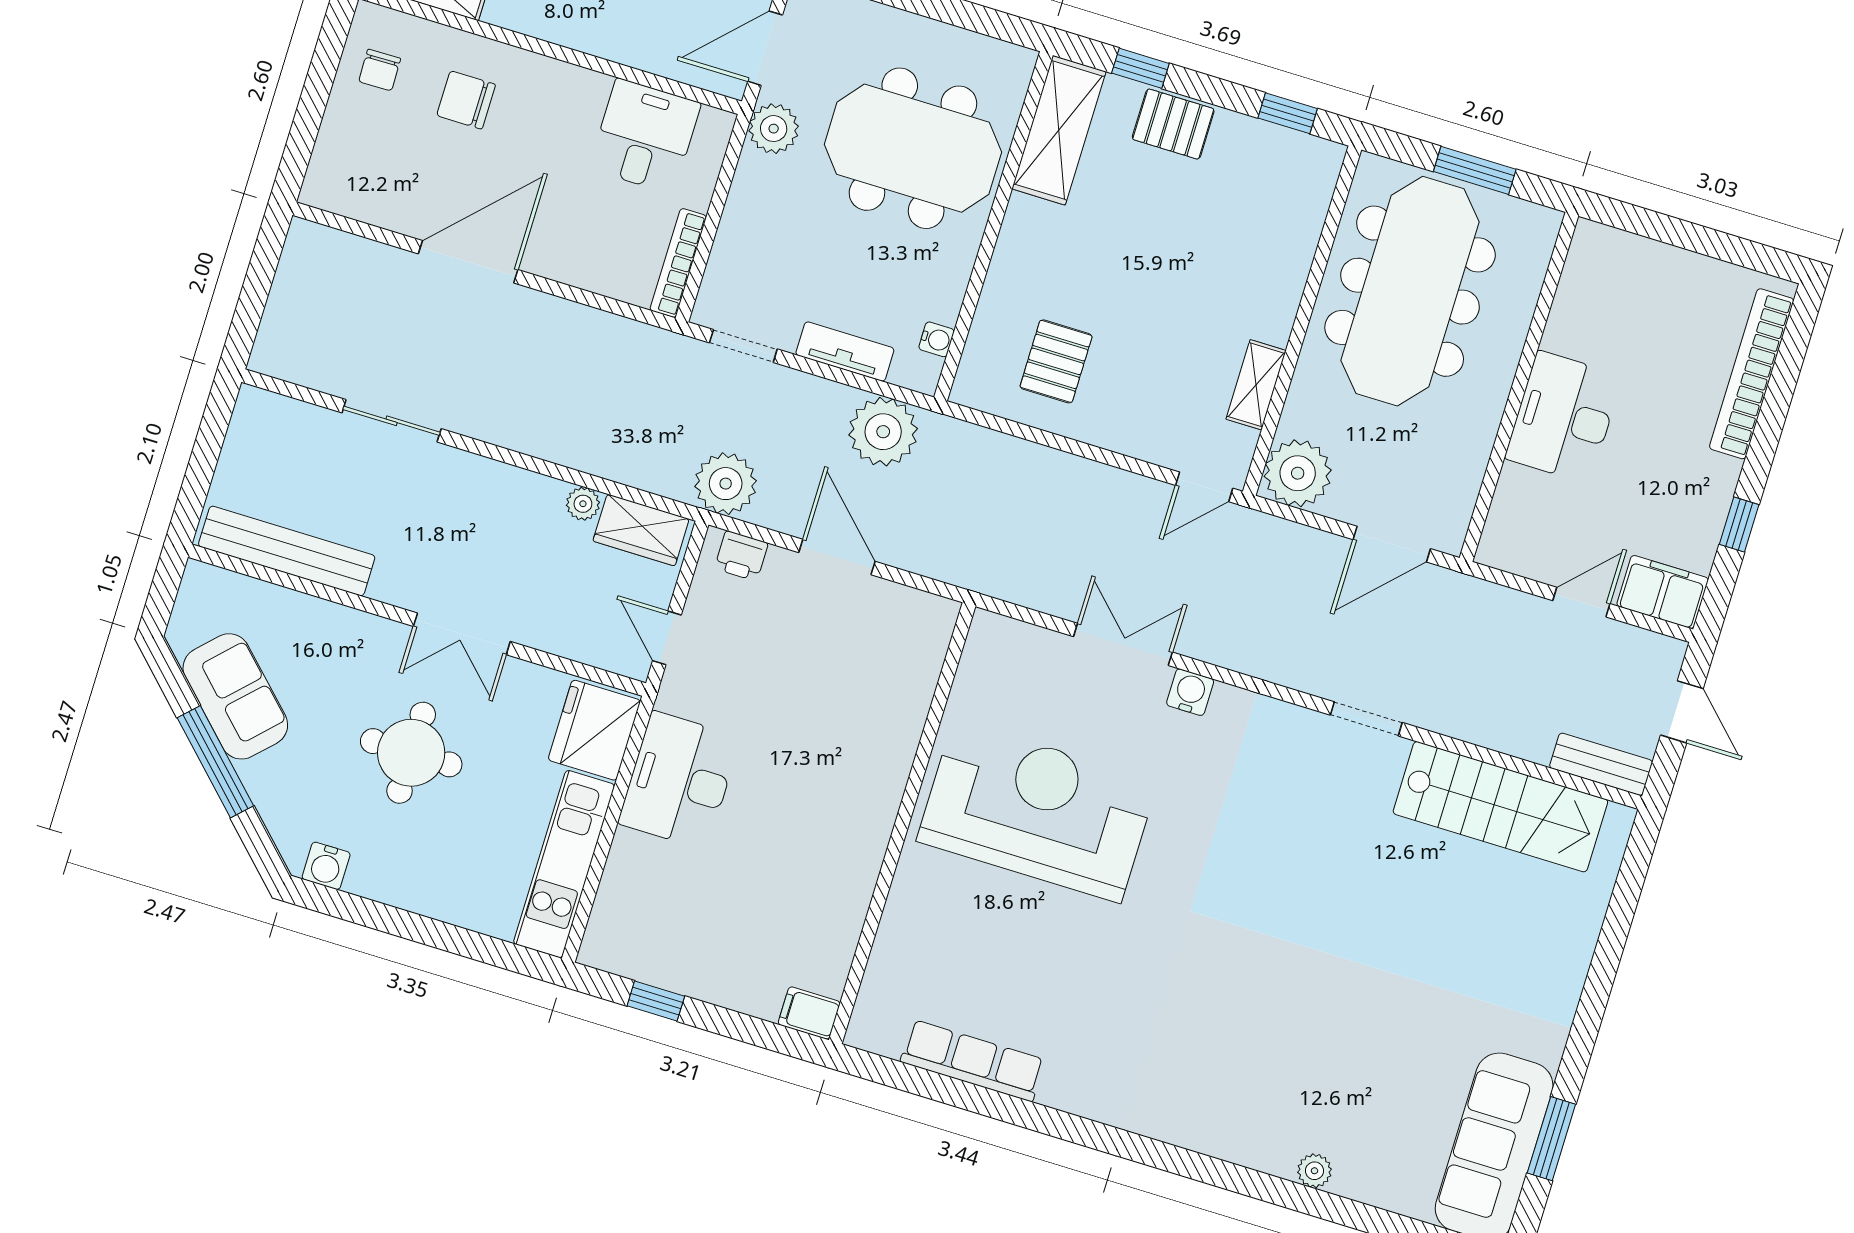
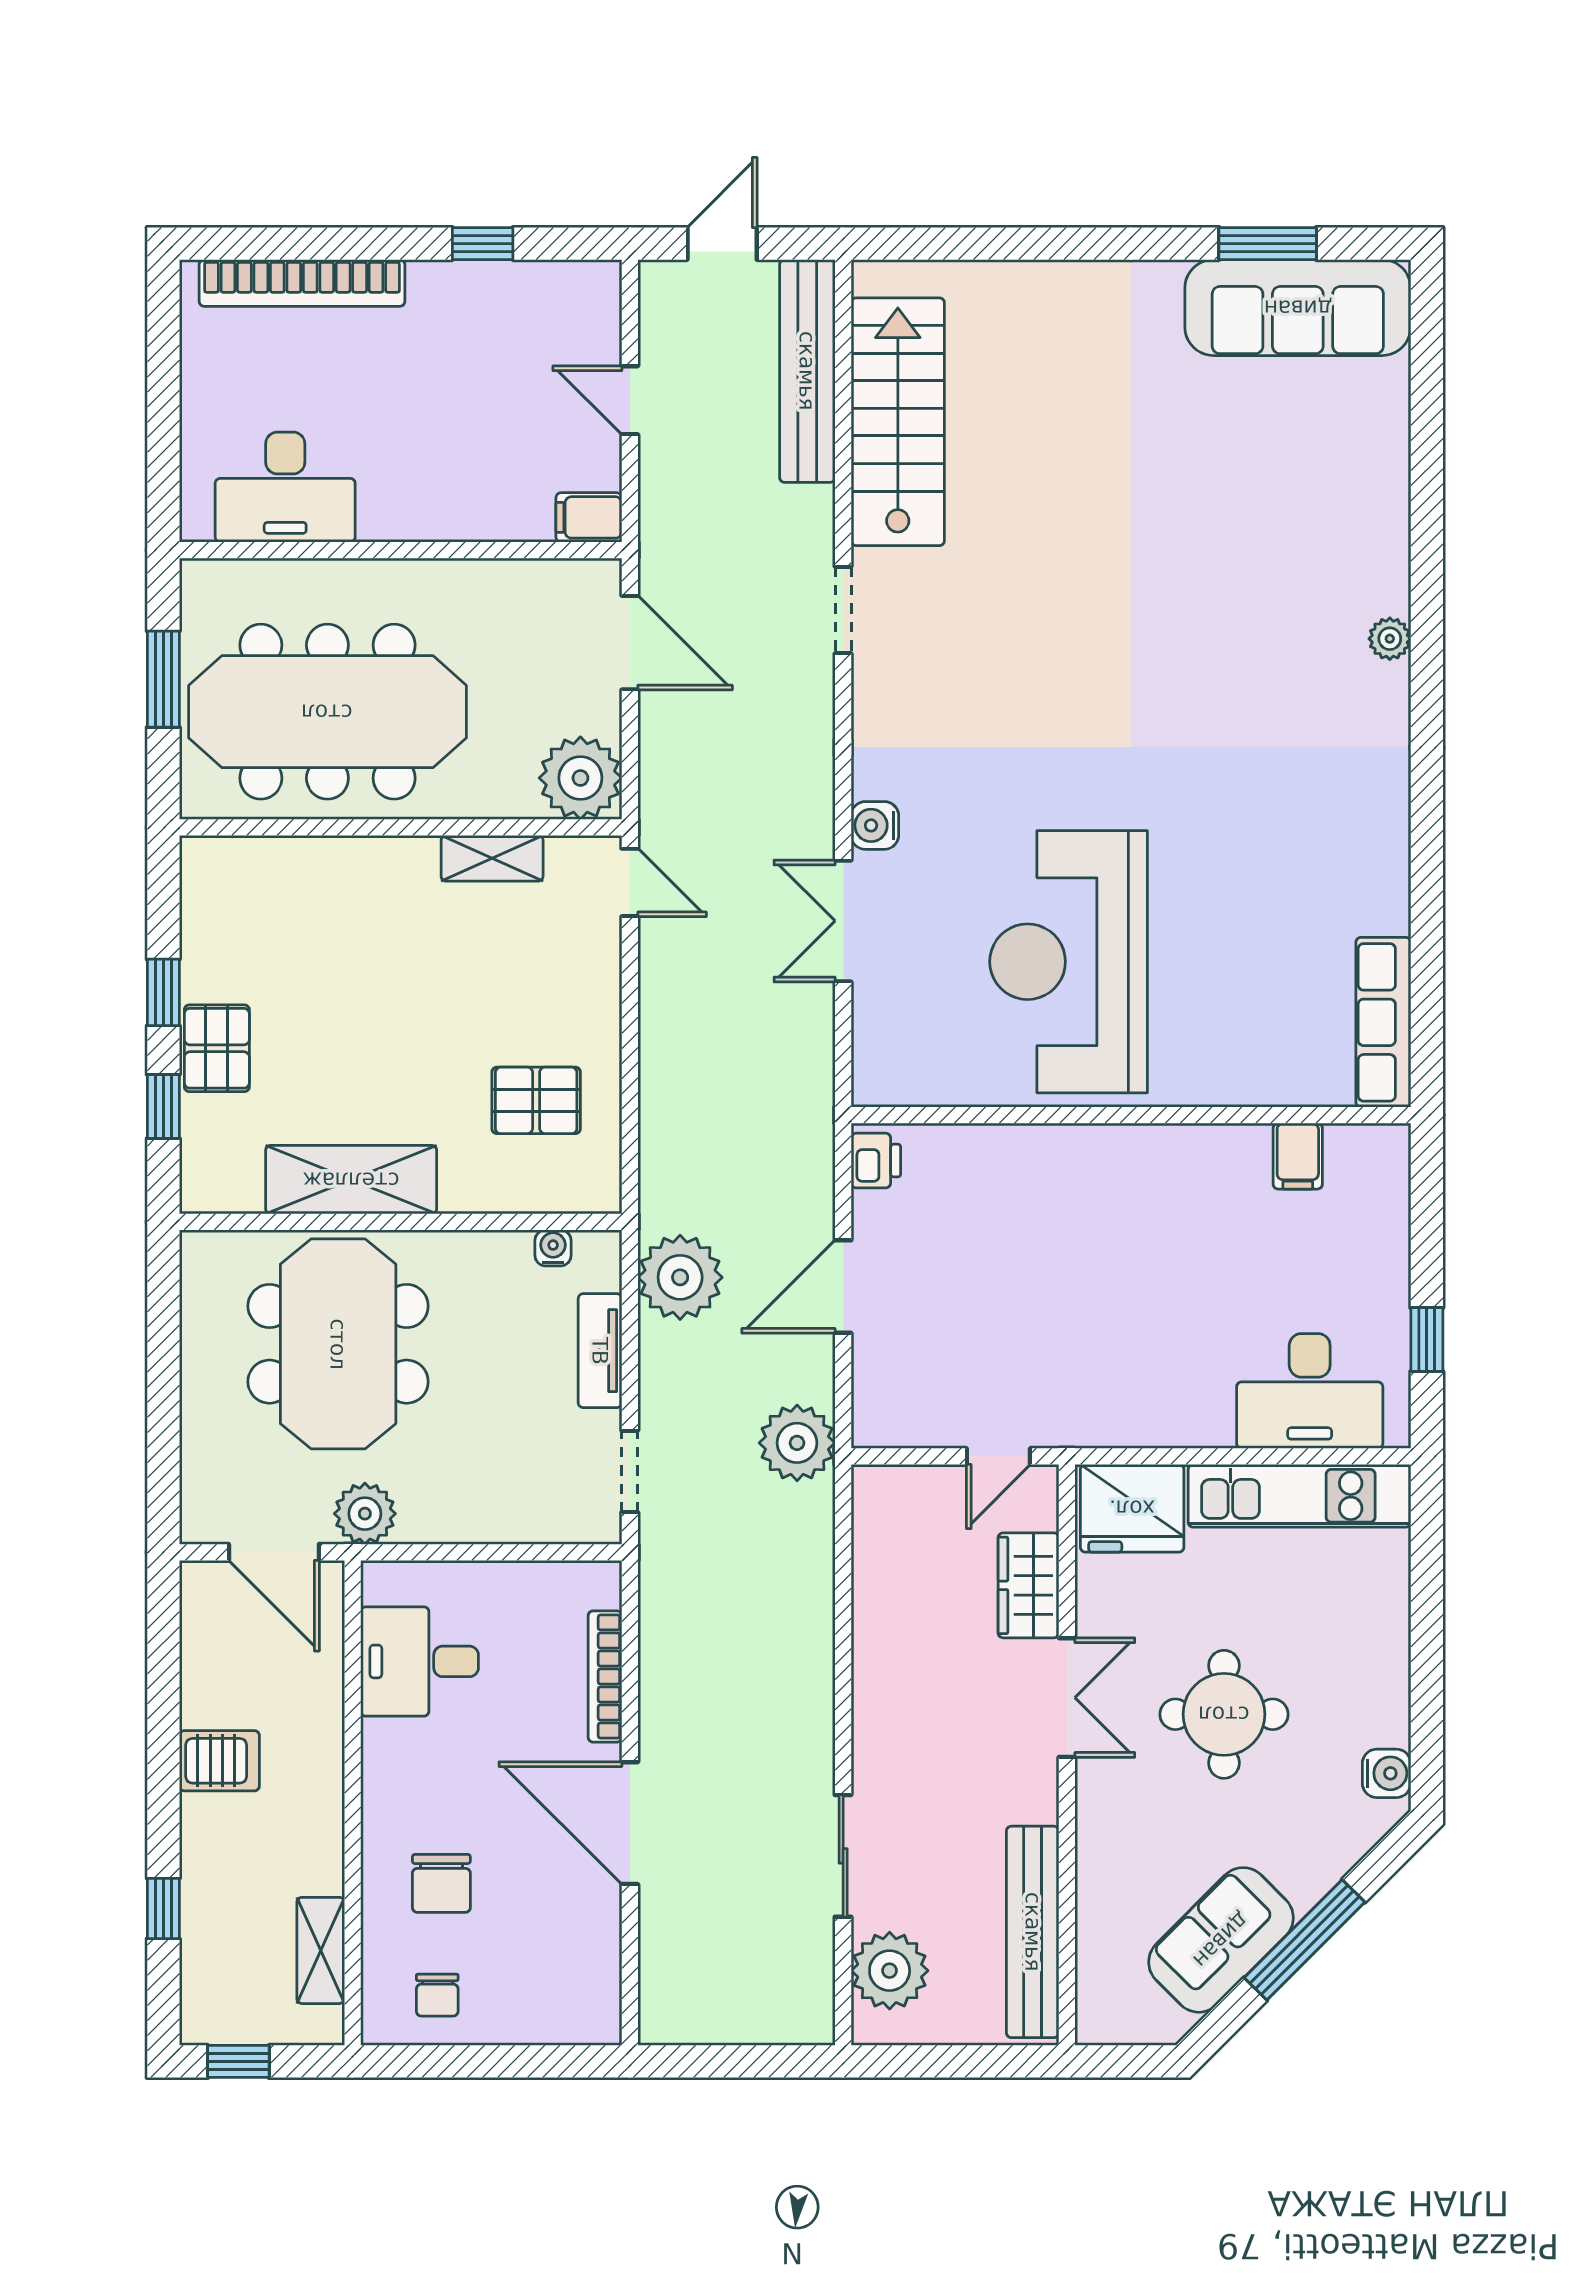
chair: (380, 70) -> (437, 1995), turned 91
window: (1288, 113) -> (163, 992), moved
shelving: (1059, 130) -> (351, 1180), moved
bookcase: (678, 263) -> (605, 1676), moved, turned 90
desk: (1564, 417) -> (285, 487), moved
plant: (583, 504) -> (890, 1971), moved, width x1.88, depth x1.88
wardrobe: (641, 530) -> (1028, 1585), moved, turned 180
printer: (741, 556) -> (876, 1161), moved
filing cabinet: (1663, 592) -> (589, 517), moved, width x0.50
bench: (1601, 764) -> (807, 371), width x1.86, depth x1.21
desk: (679, 780) -> (1310, 1391), moved
filing cabinet: (809, 1013) -> (1298, 1156), moved
row of seats: (973, 1061) -> (1383, 1022), moved
plant: (1314, 1171) -> (1390, 639), moved

